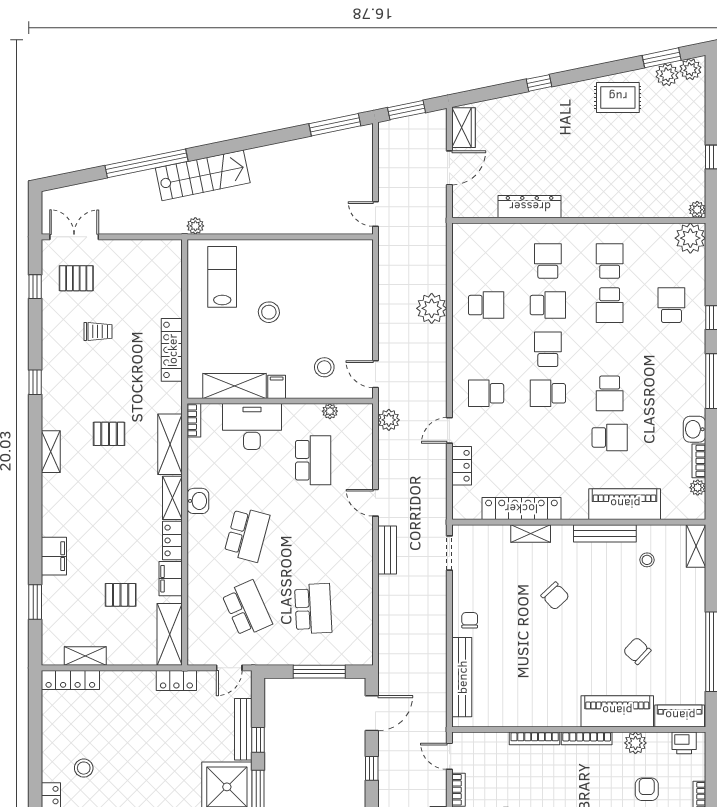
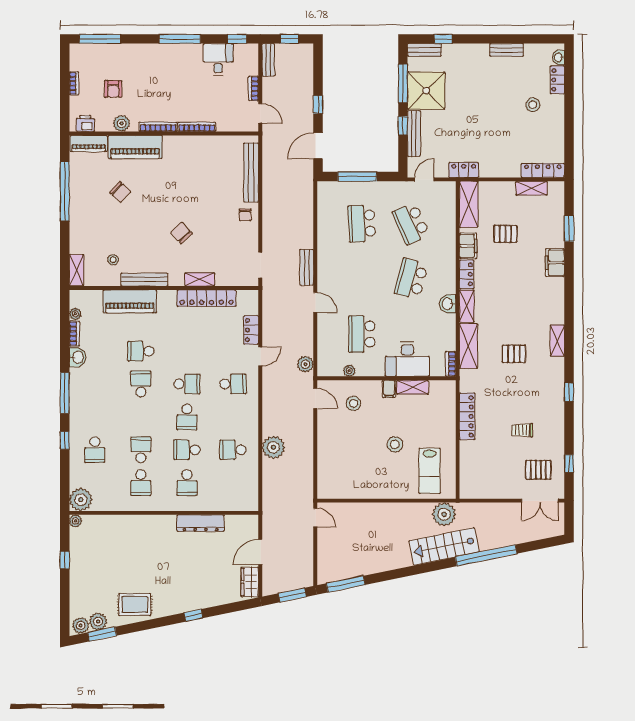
plant: (195, 226) -> (444, 514), width x1.88, depth x1.88
shelving: (235, 386) -> (413, 387), width x0.67, depth x0.75

